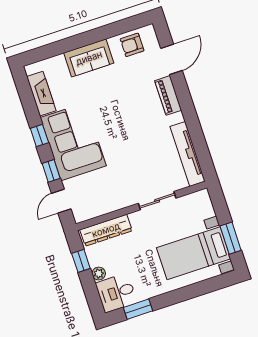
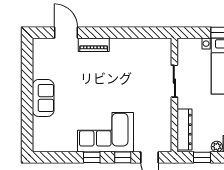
armchair: (132, 45) -> (44, 60), removed
fireplace: (41, 94) -> (59, 145), removed
tv unit: (188, 154) -> (145, 45), removed

